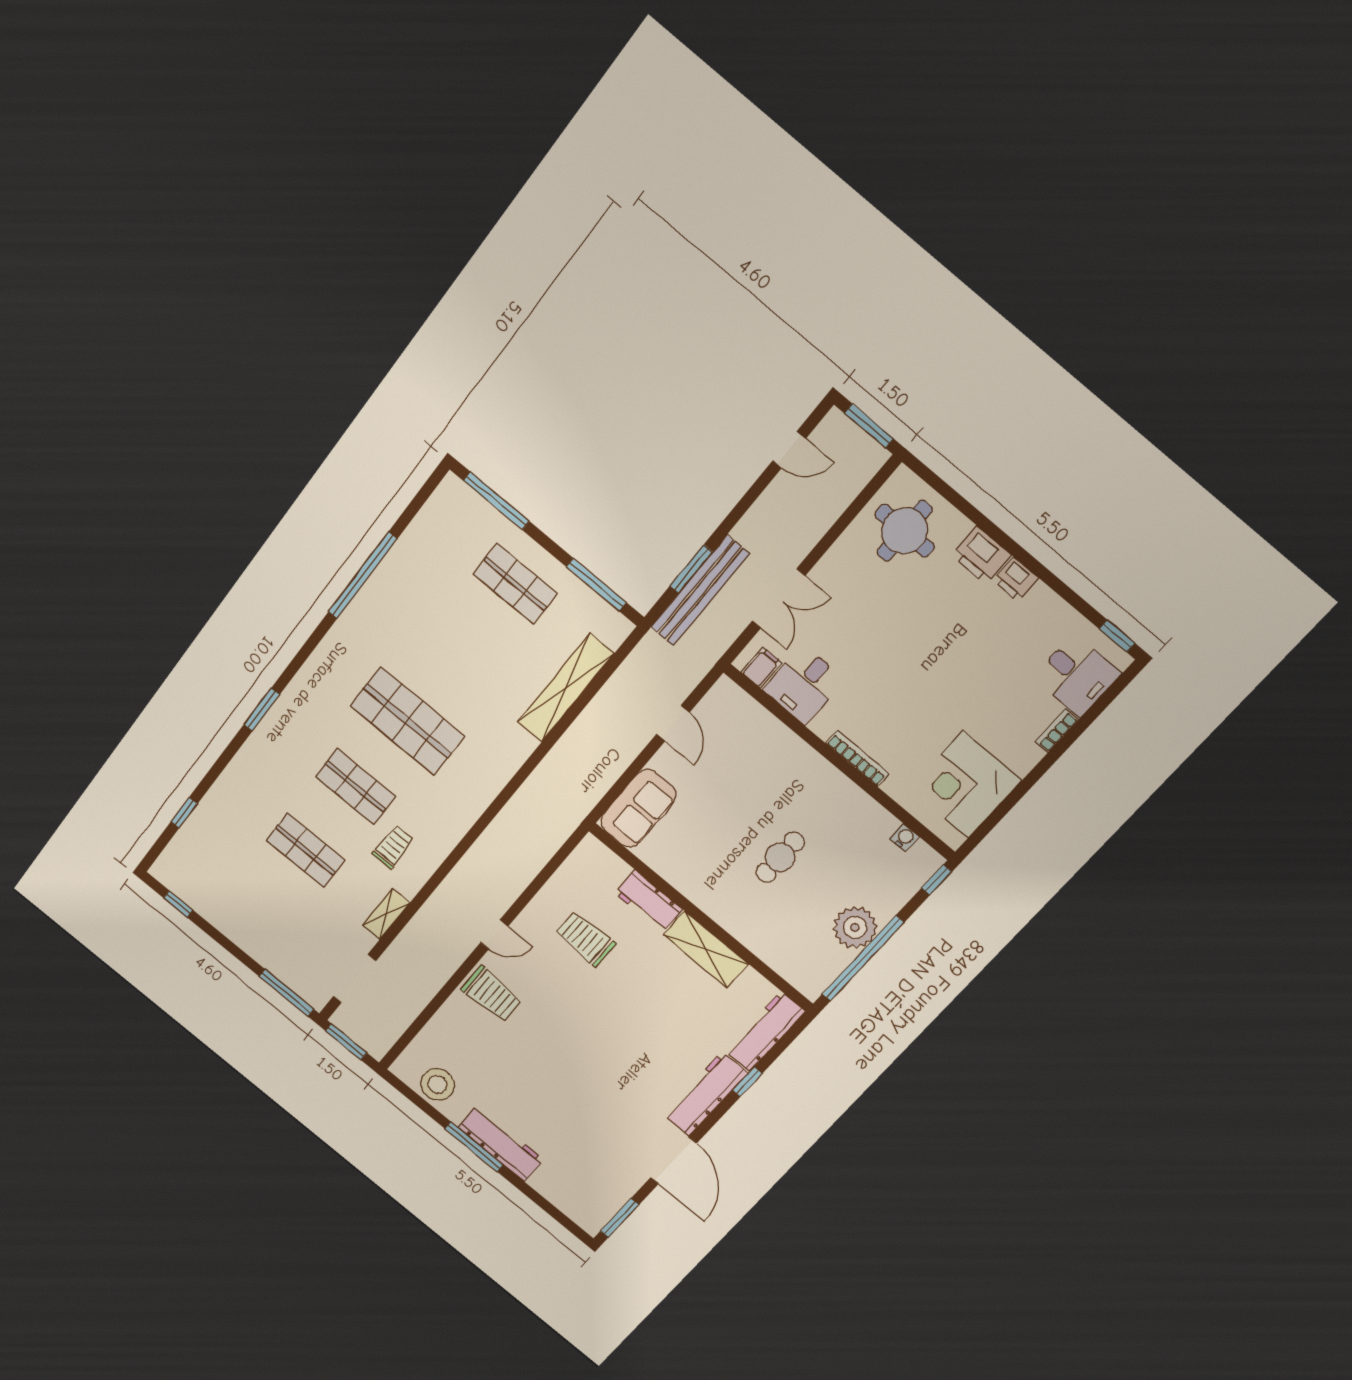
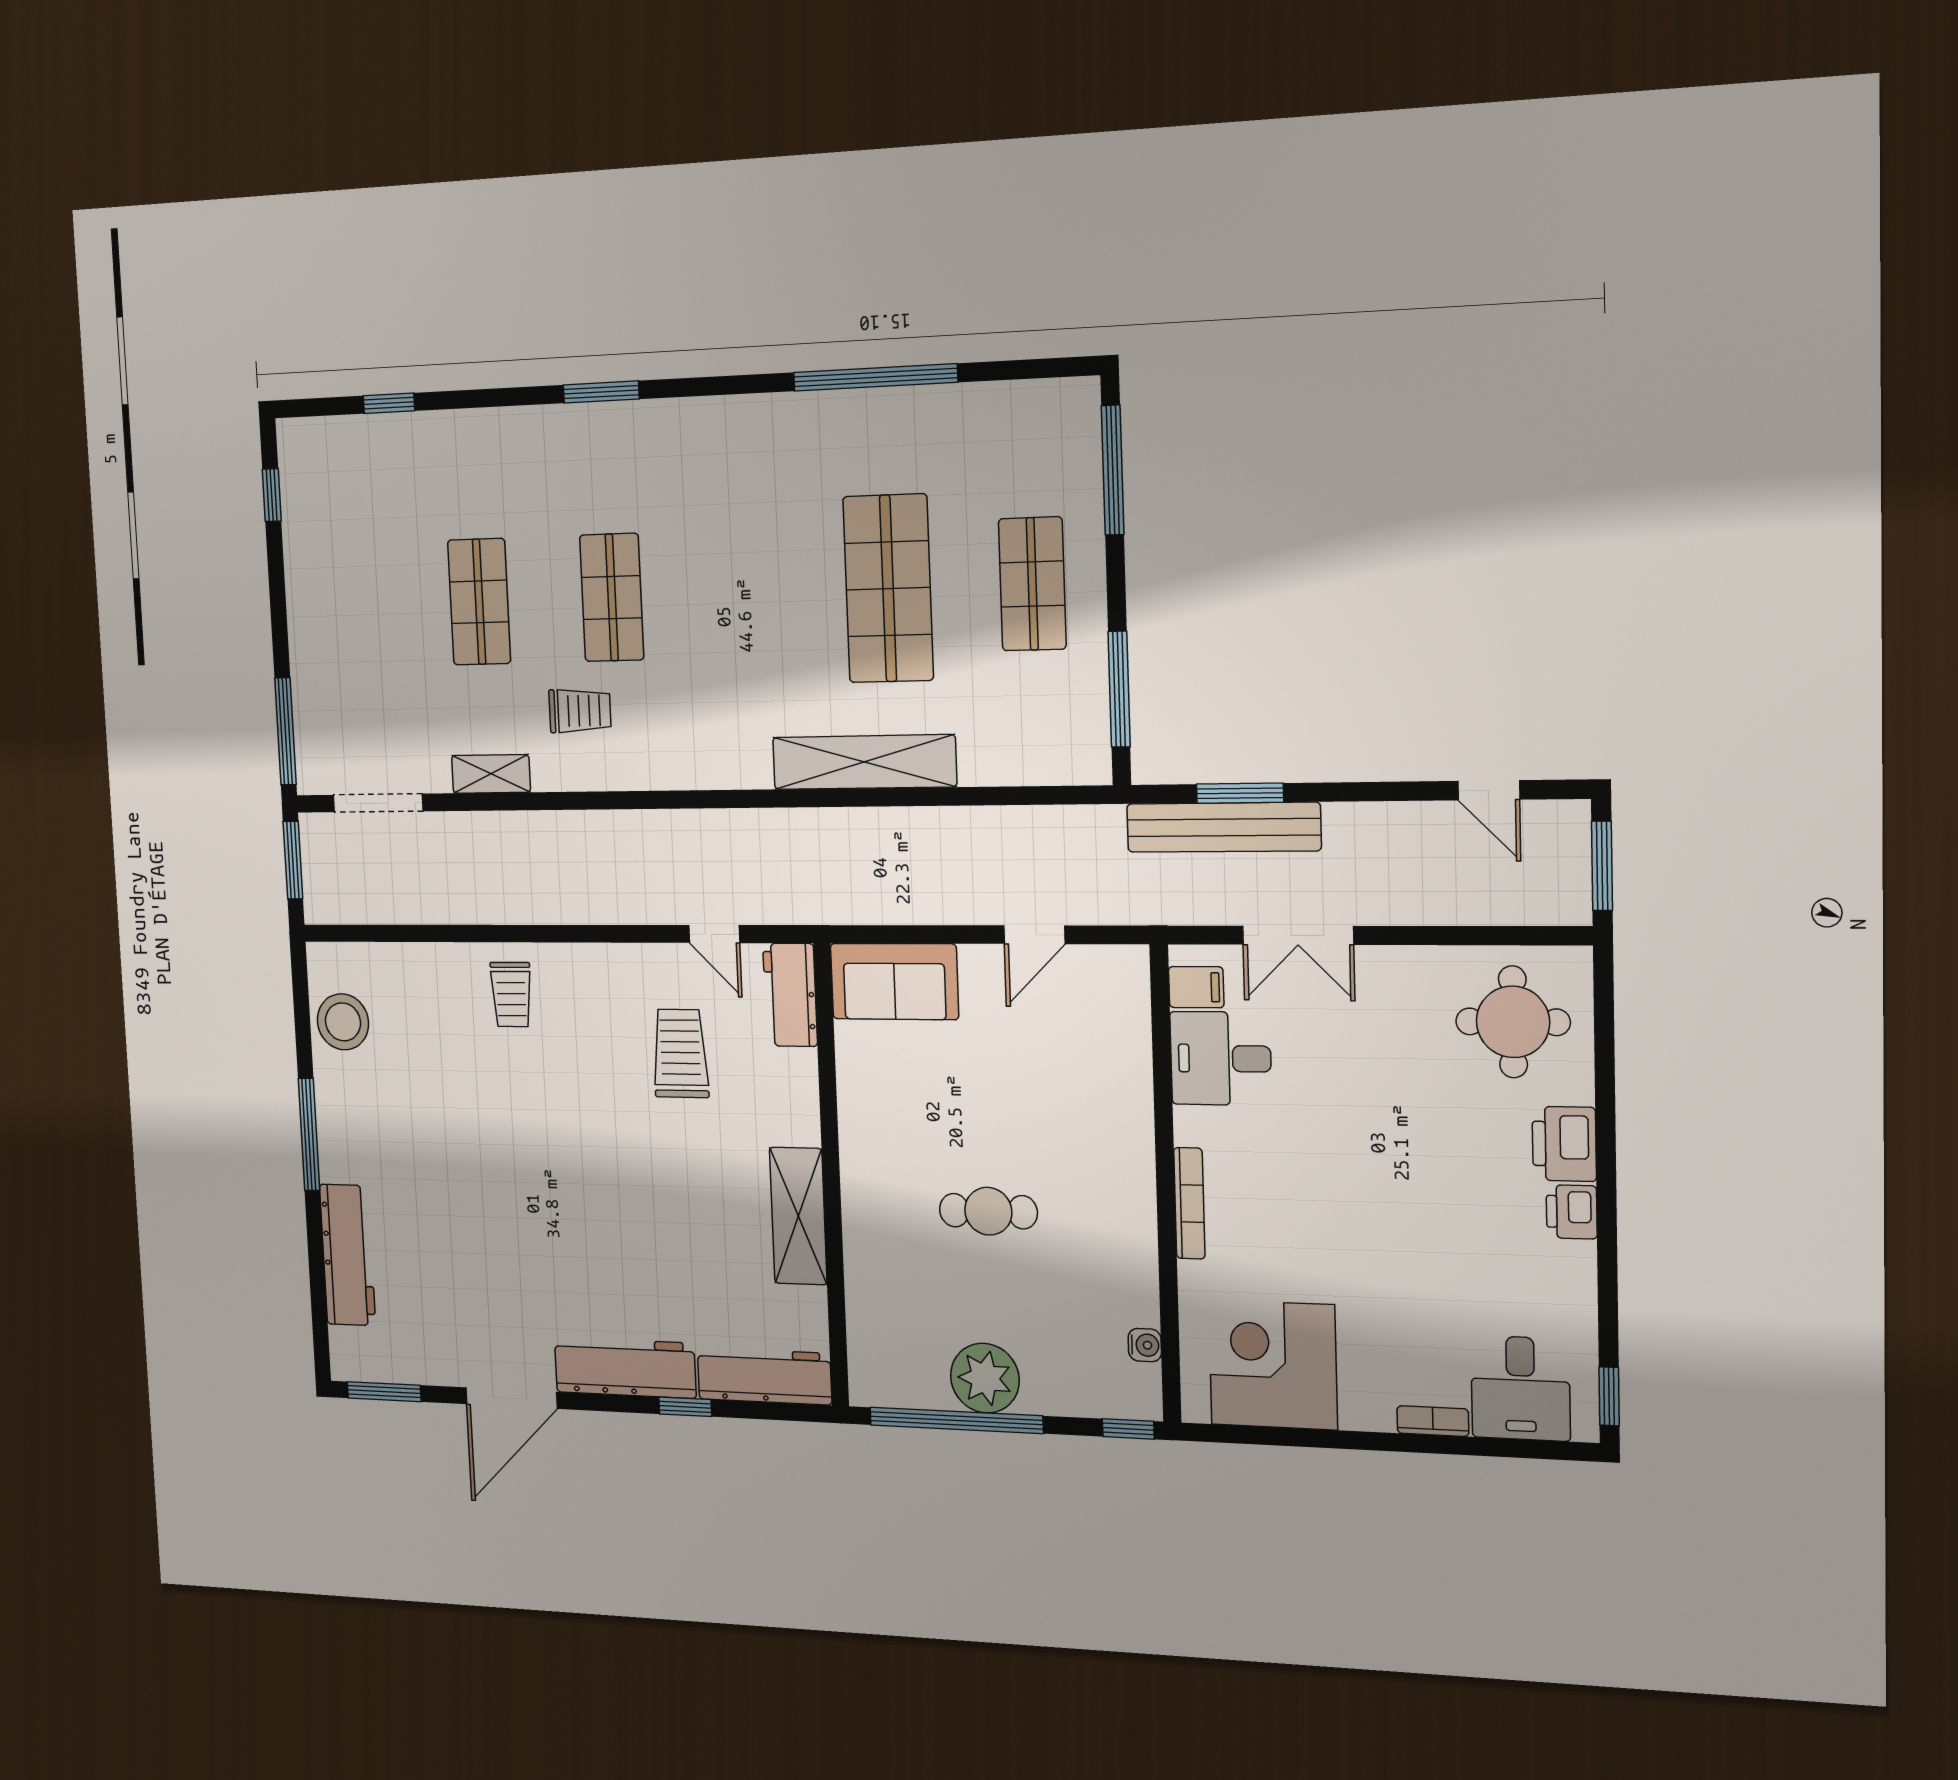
shelving: (566, 688) -> (864, 762), moved
shop shelf: (407, 721) -> (888, 589), moved
workbench: (649, 901) -> (790, 995), moved
door: (494, 935) -> (714, 934), moved
trolley: (492, 994) -> (511, 995), width x0.73, depth x0.72
workbench: (501, 1143) -> (348, 1255), moved

